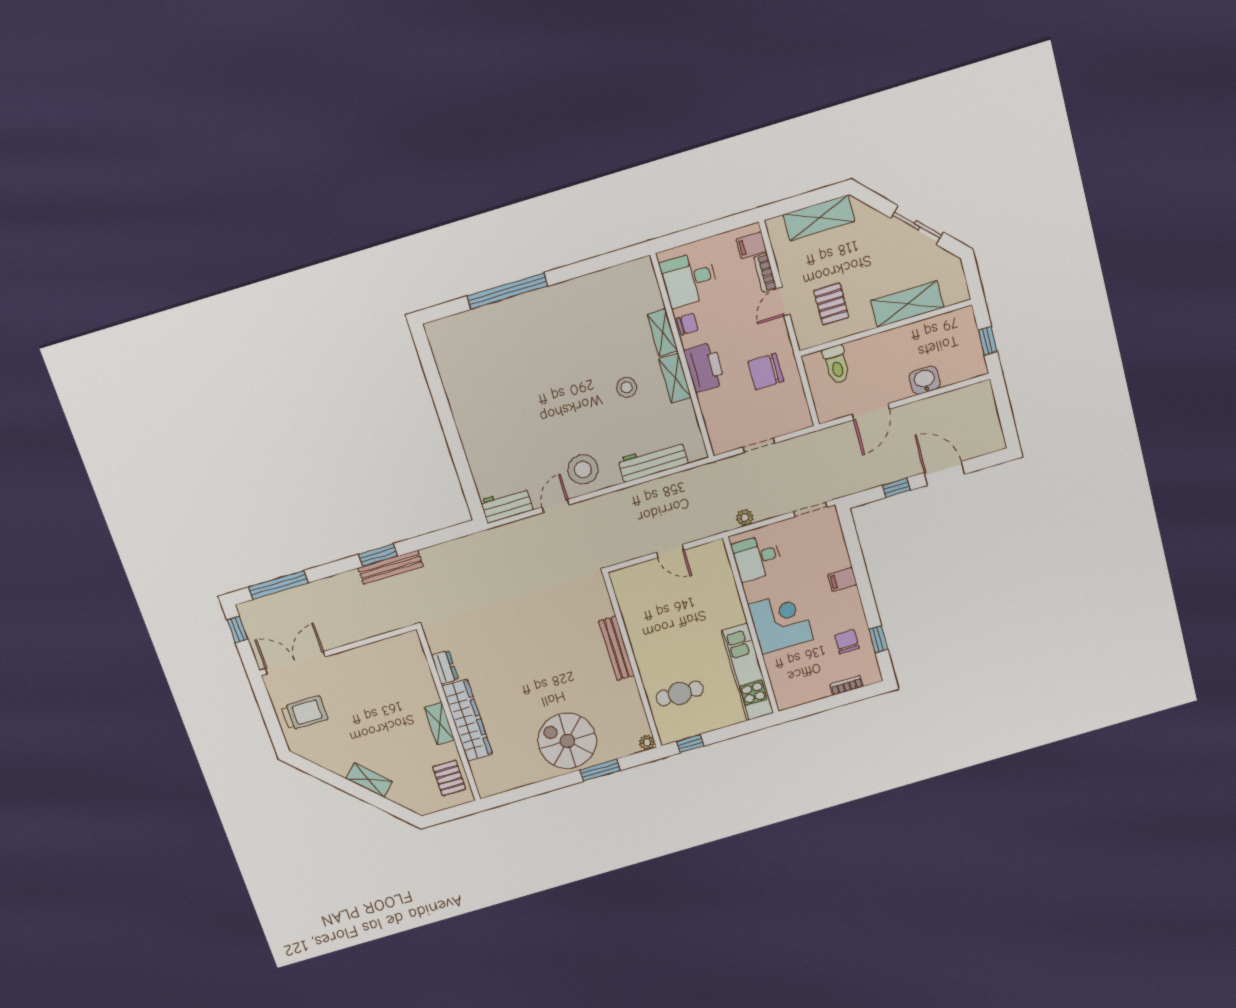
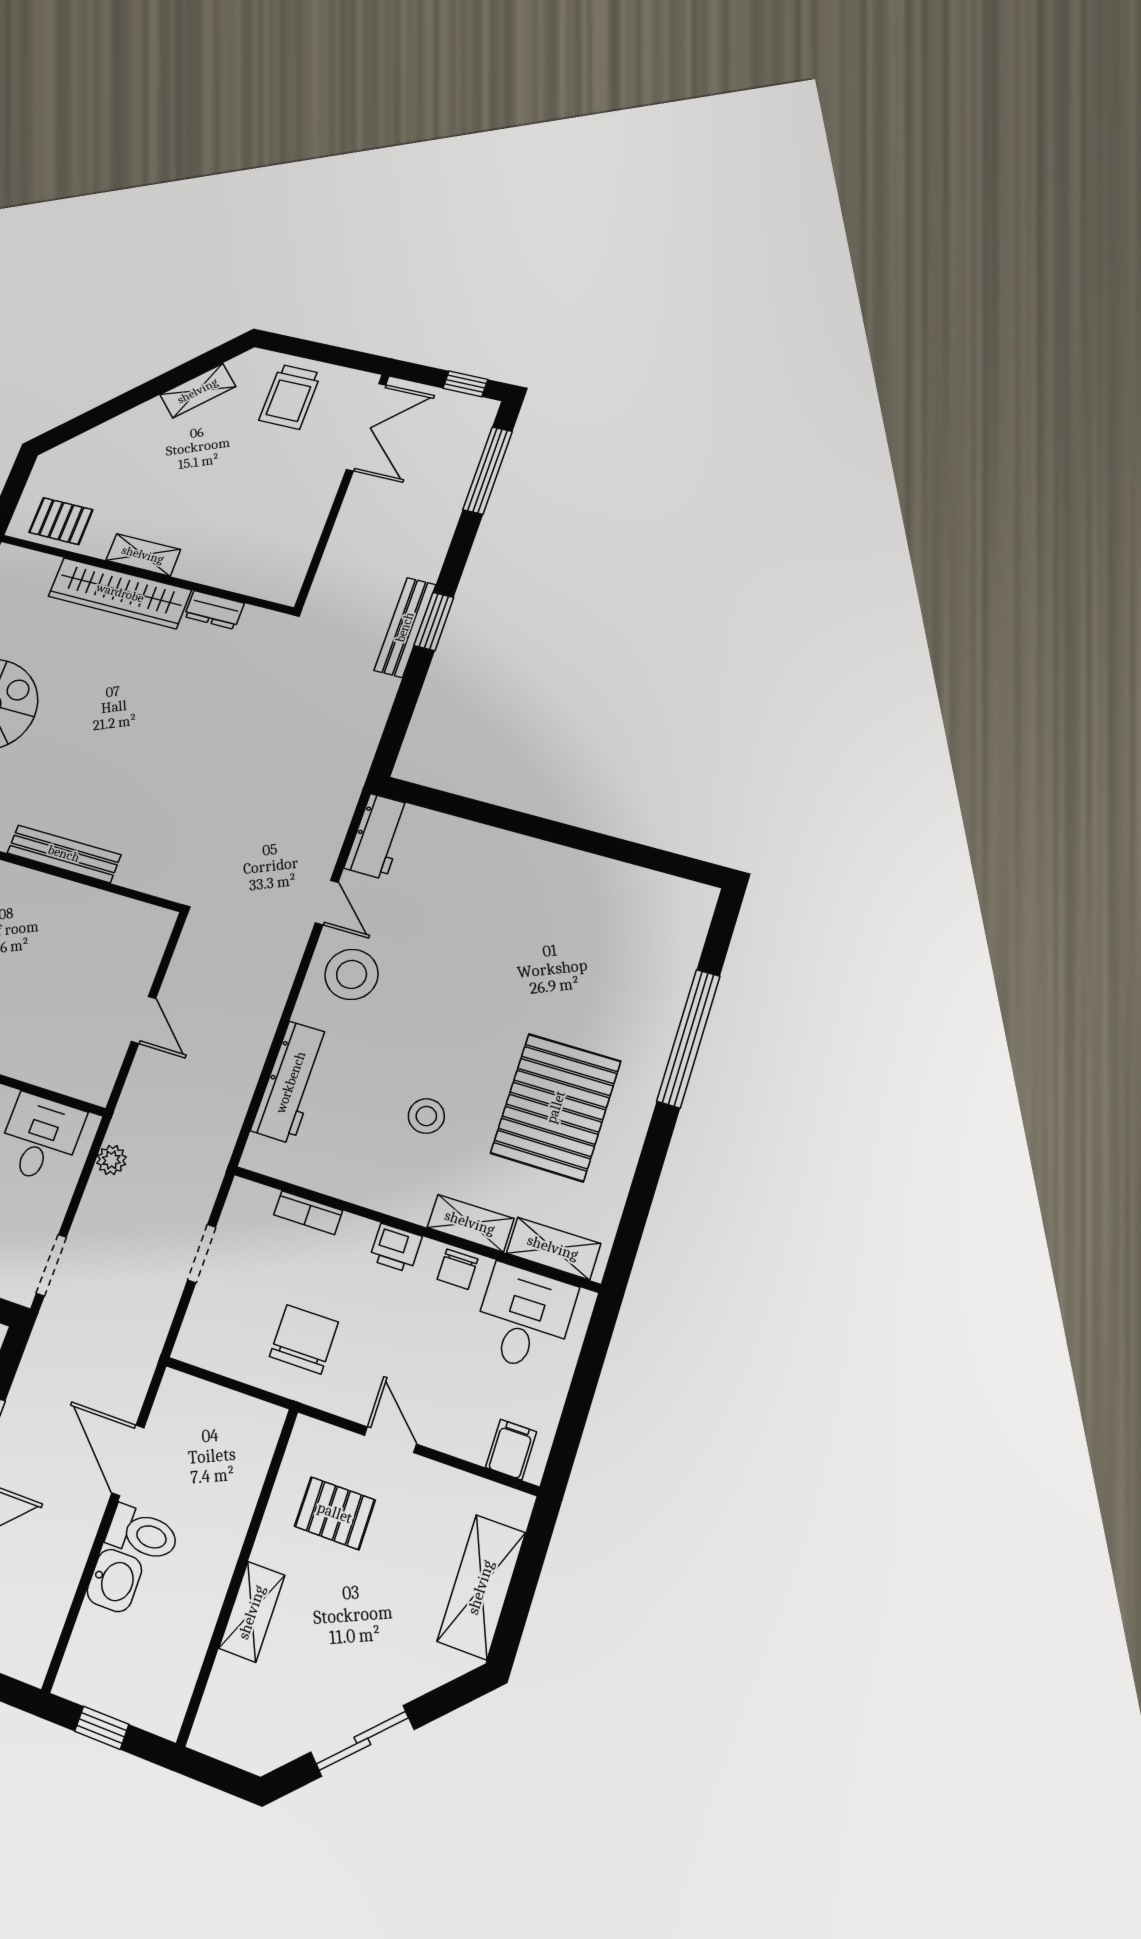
bookcase: (765, 273) -> (308, 1213), moved, turned 180
shelving: (907, 304) -> (252, 1612), width x0.67, depth x0.75
pallet: (582, 331) -> (556, 1107), added
toilet: (836, 365) -> (143, 1534), moved, turned 180
printer: (705, 367) -> (396, 1248), width x0.53, depth x0.68
shelving: (675, 378) -> (553, 1248), moved
door: (670, 551) -> (144, 1020), swing flipped
shelving: (369, 780) -> (198, 391), moved

